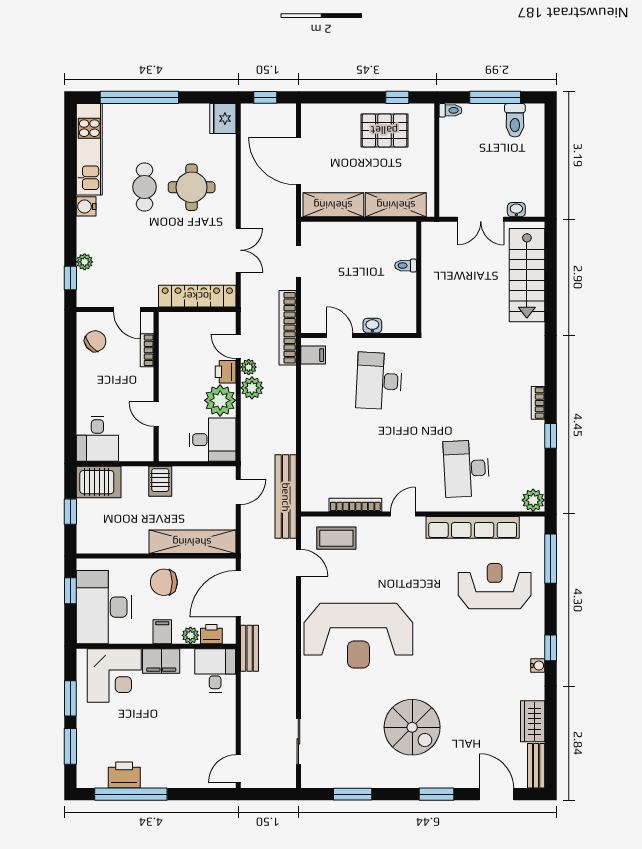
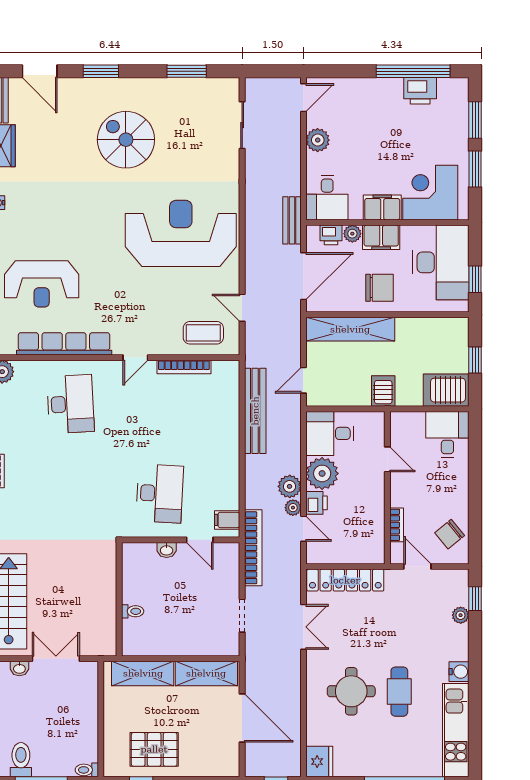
double door: (238, 250) -> (303, 627), swing flipped
bench: (286, 497) -> (255, 411), moved
filing cabinet: (162, 632) -> (381, 237), width x2.00
plant: (224, 727) -> (318, 140), added

